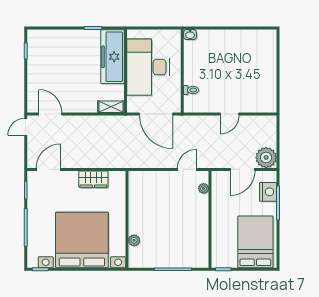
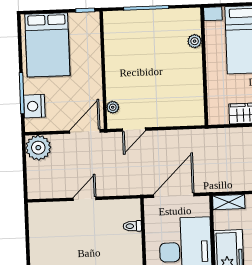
door: (156, 114) -> (174, 195), hinge flipped
door: (243, 169) -> (85, 131), moved

